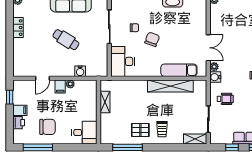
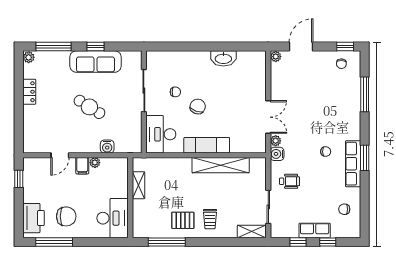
exam couch: (179, 70) -> (207, 145), moved
filing cabinet: (20, 110) -> (32, 196), removed
printer: (19, 123) -> (34, 218), width x1.87, depth x1.48
desk: (84, 133) -> (113, 218), width x1.37

